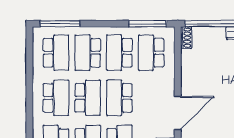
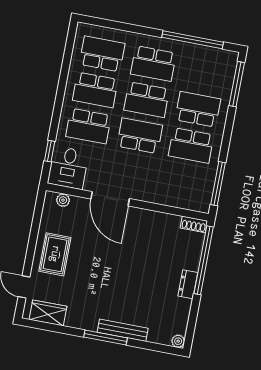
school desk: (56, 53) -> (205, 73), removed
school desk: (119, 53) -> (191, 145), turned 180
school desk: (151, 53) -> (184, 181), removed
window: (29, 68) -> (193, 40), added

